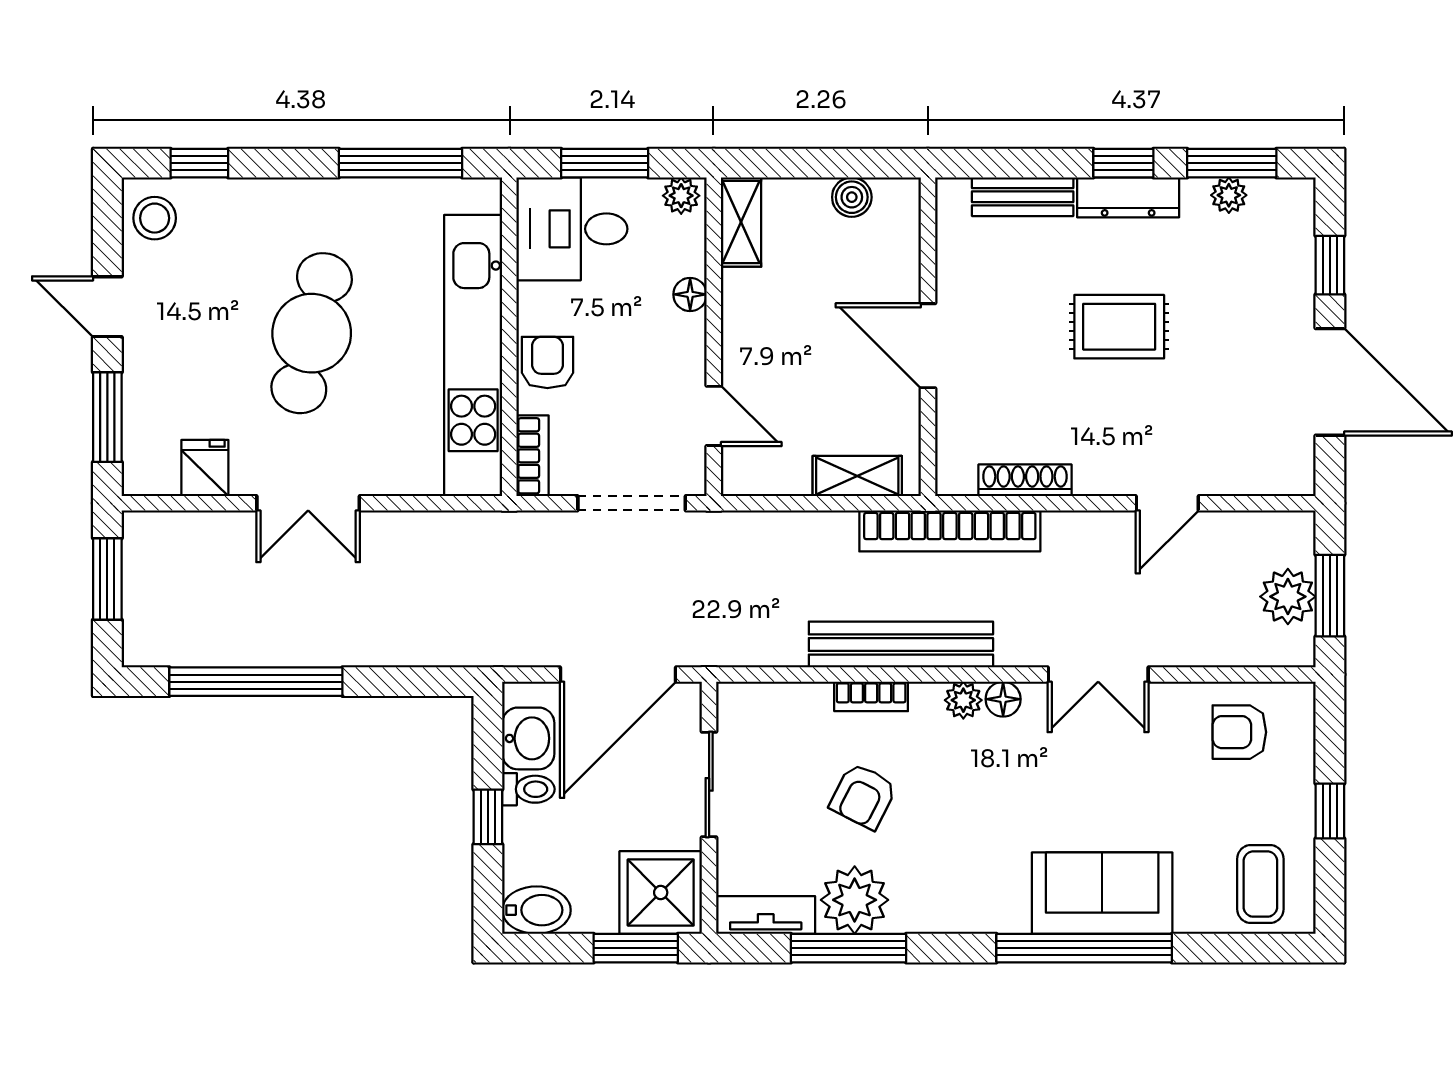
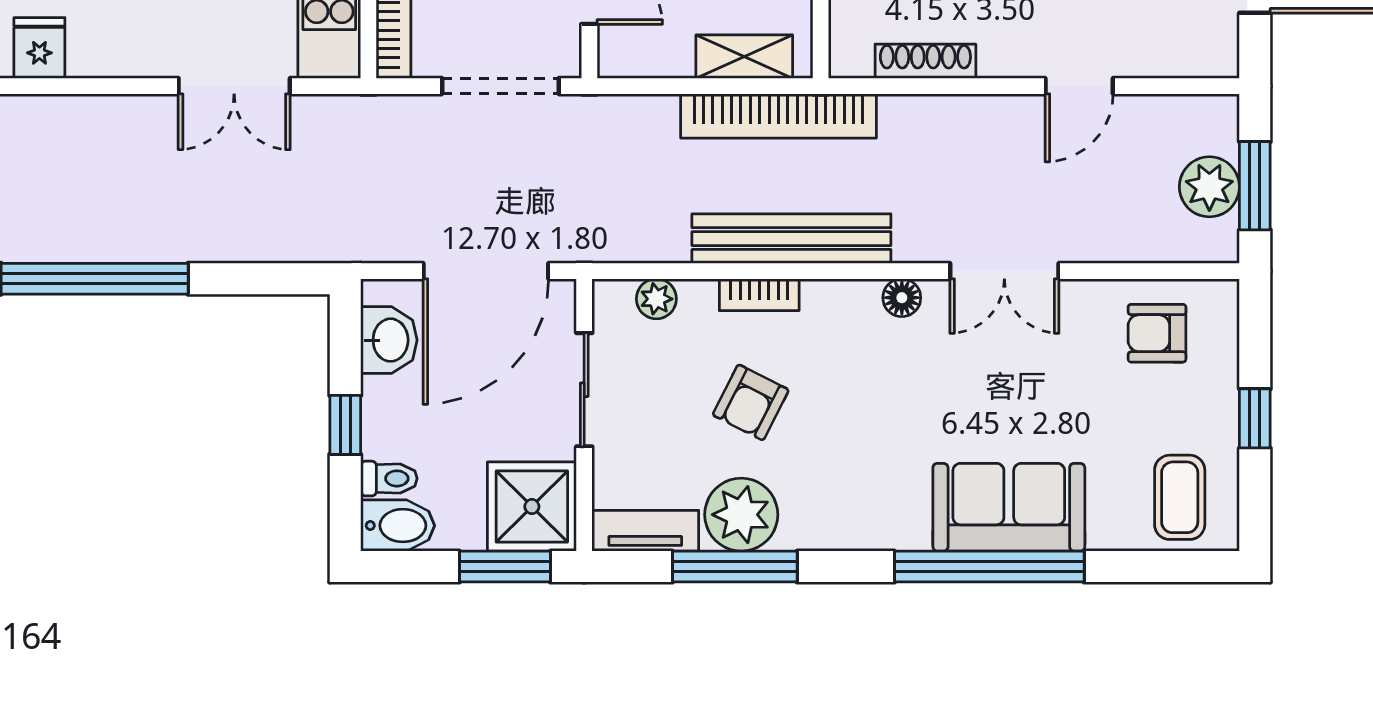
double door: (308, 503) -> (234, 86), moved
bookcase: (950, 531) -> (779, 116), moved
plant: (963, 700) -> (656, 299), moved
toilet: (528, 789) -> (389, 478), moved

